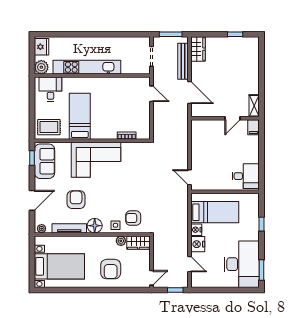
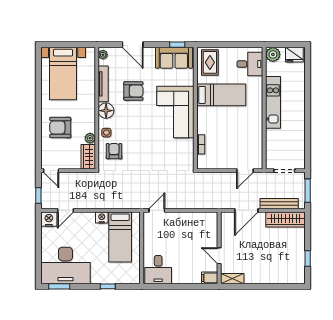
wardrobe: (198, 49) -> (286, 220), width x1.50
kitchen unit: (87, 67) -> (273, 102), width x0.73
nightstand: (198, 244) -> (49, 219), moved

